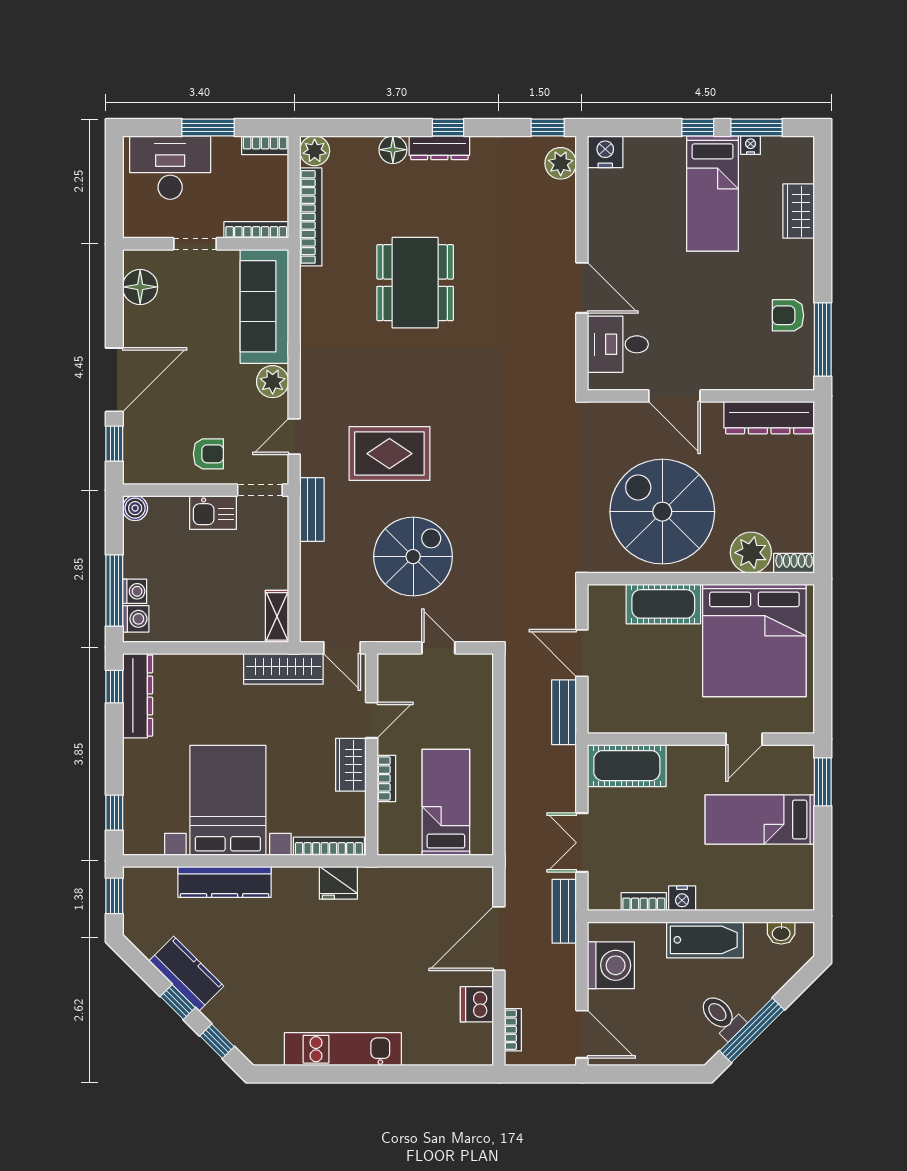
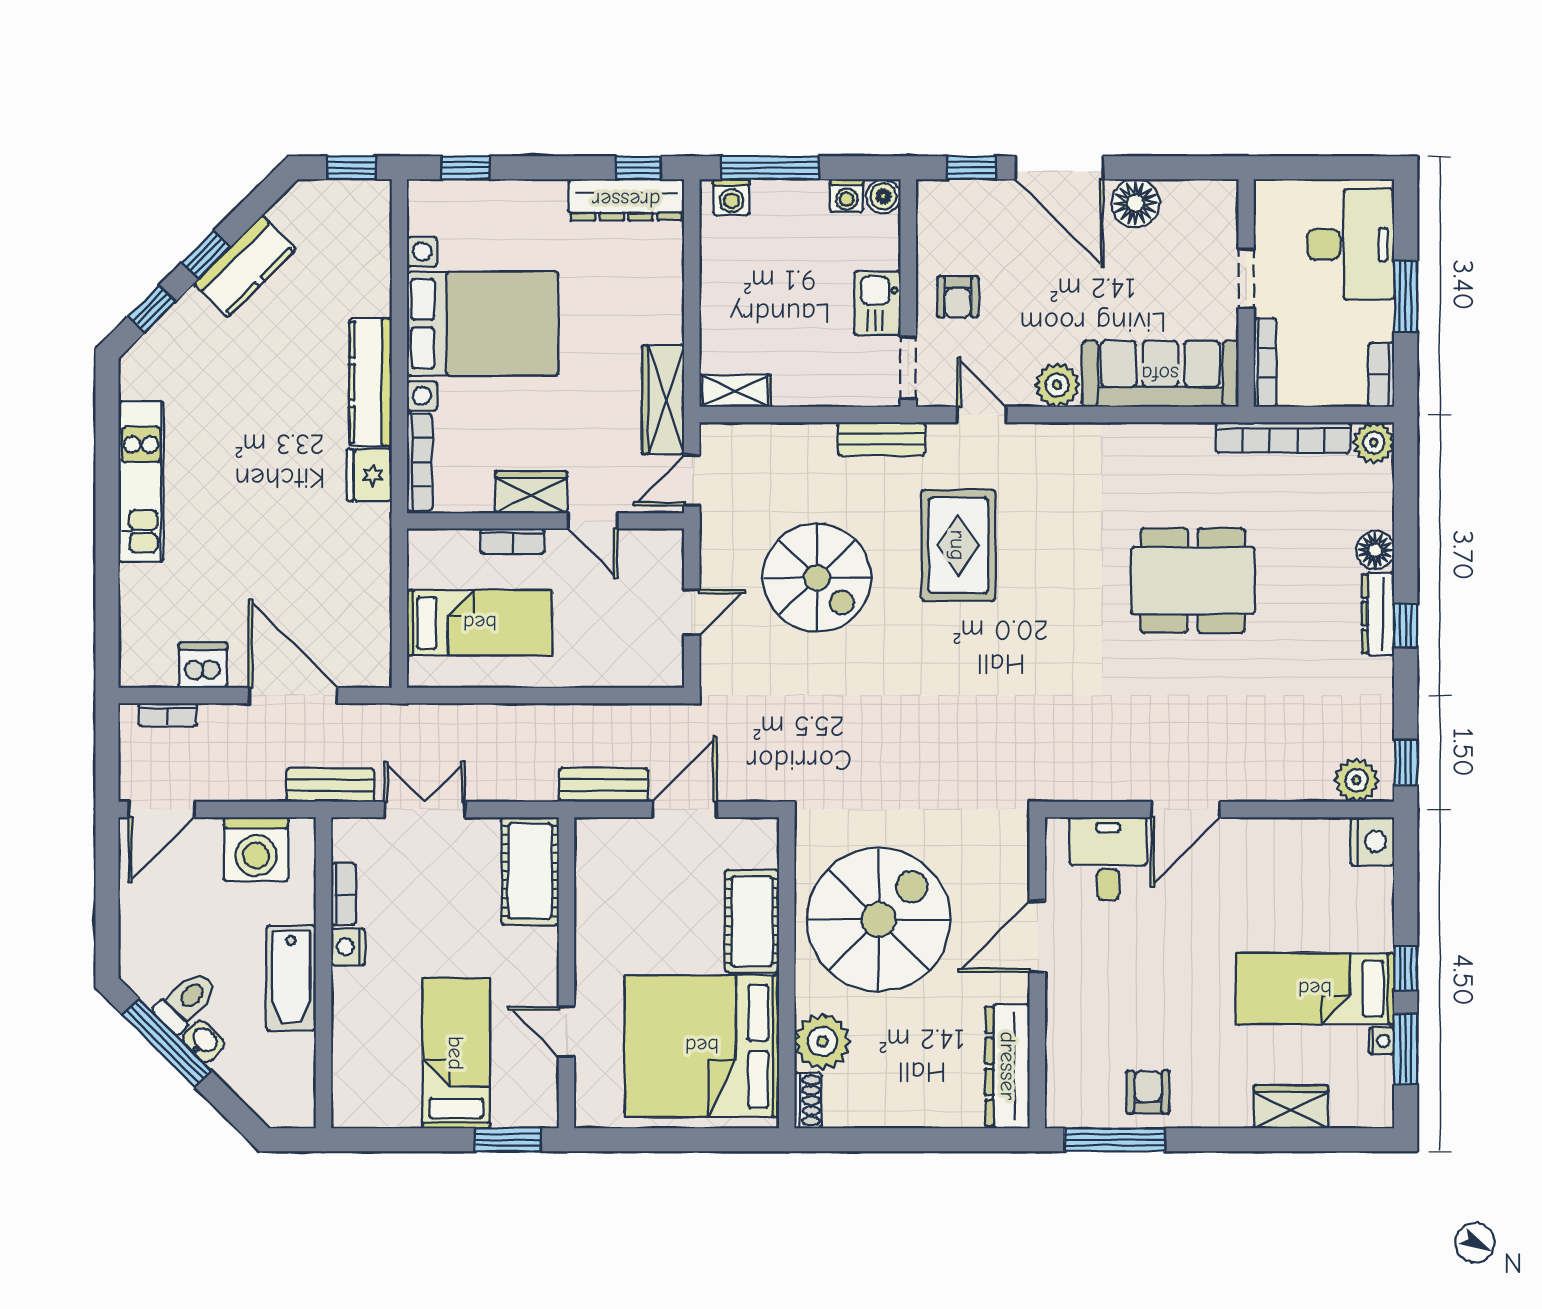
floor lamp: (140, 287) -> (1136, 203), moved
washing machine: (135, 591) -> (847, 196), moved
kitchen counter: (225, 882) -> (371, 382), moved
washbasin: (781, 933) -> (204, 1041), moved, turned 135

